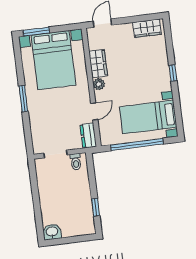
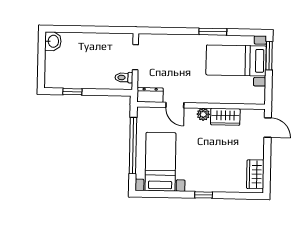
bed with nightstands: (53, 60) -> (236, 60), width x0.73
window: (23, 99) -> (213, 32), moved

